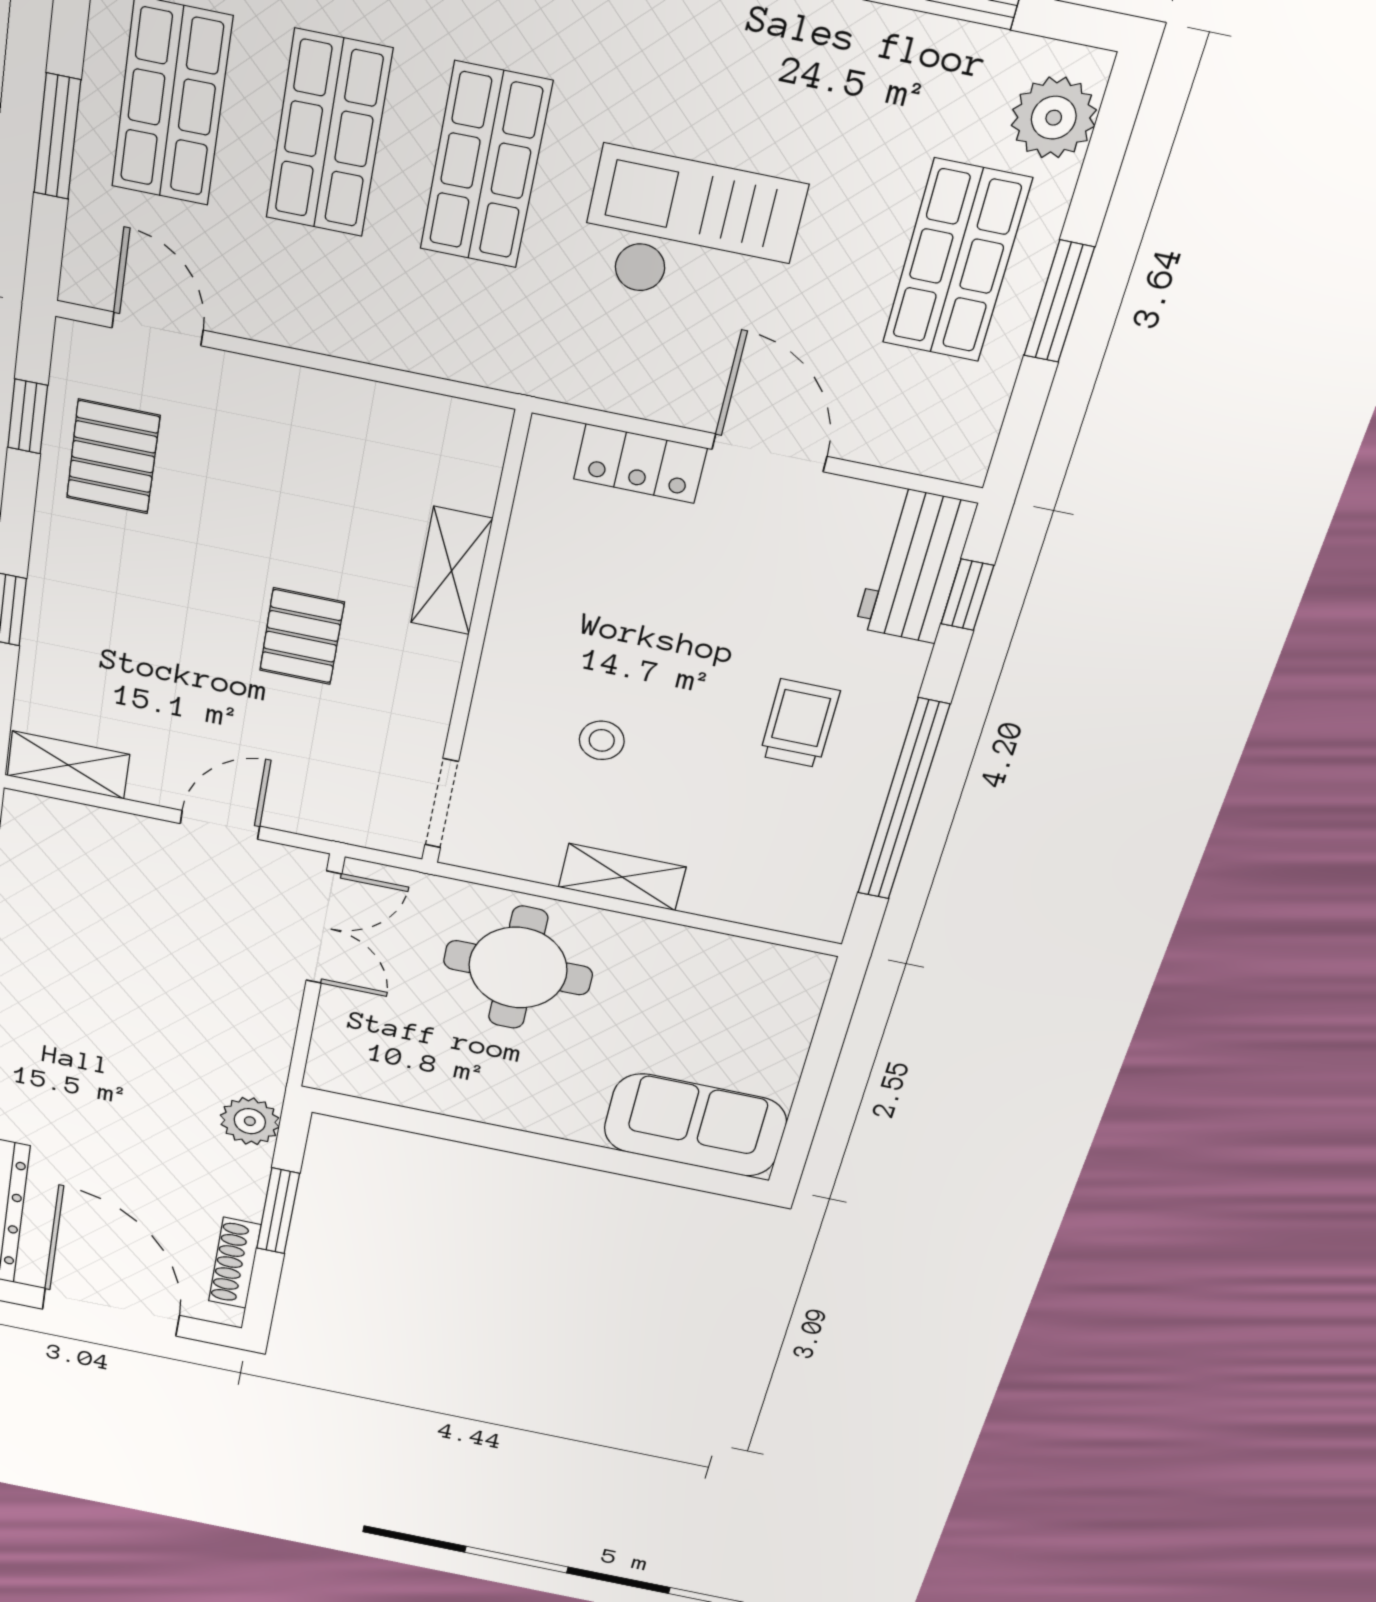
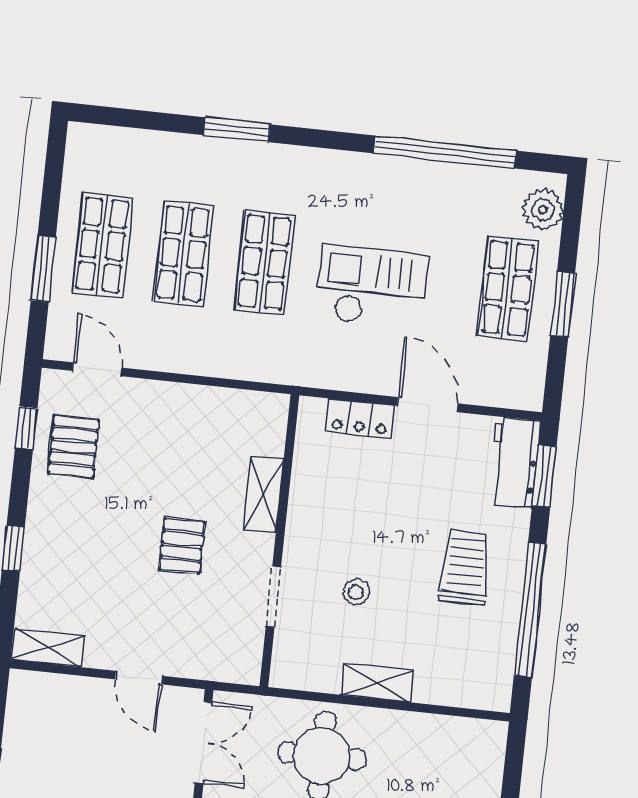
window: (967, 595) -> (544, 476), width x1.50
trolley: (800, 724) -> (465, 567), width x1.36, depth x1.39
doorway: (442, 803) -> (273, 597), moved
door: (220, 825) -> (139, 678), swing flipped

